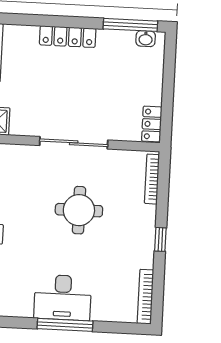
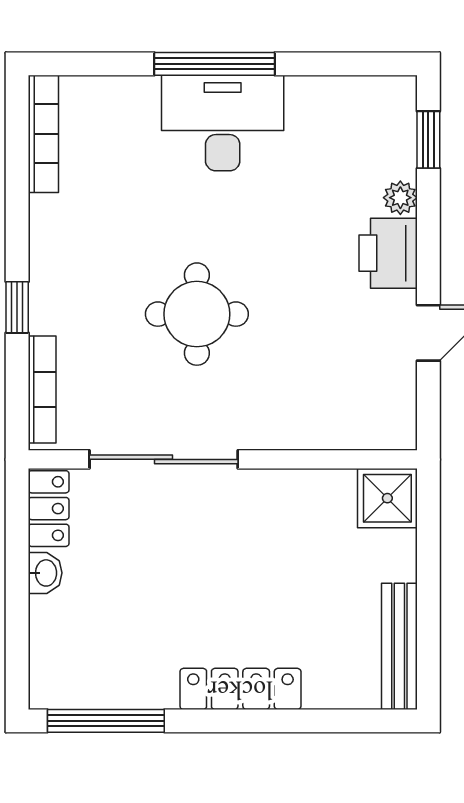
washbasin: (146, 39) -> (45, 573), moved, turned 90
sliding door: (74, 143) -> (164, 459), moved
window: (160, 239) -> (17, 307), moved

